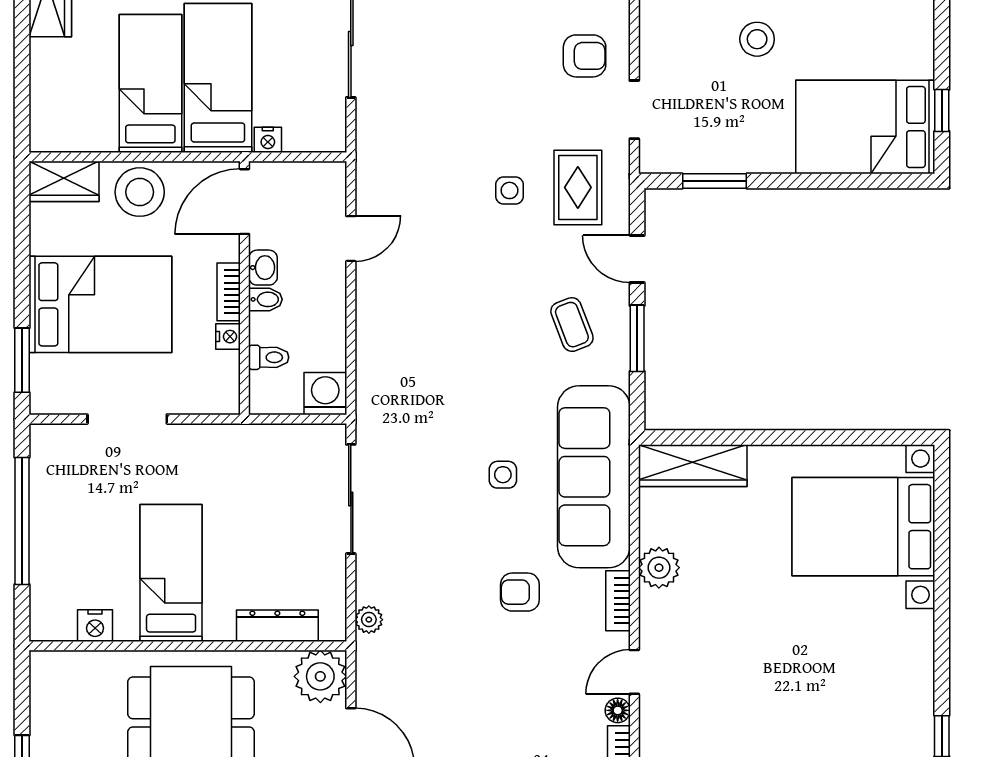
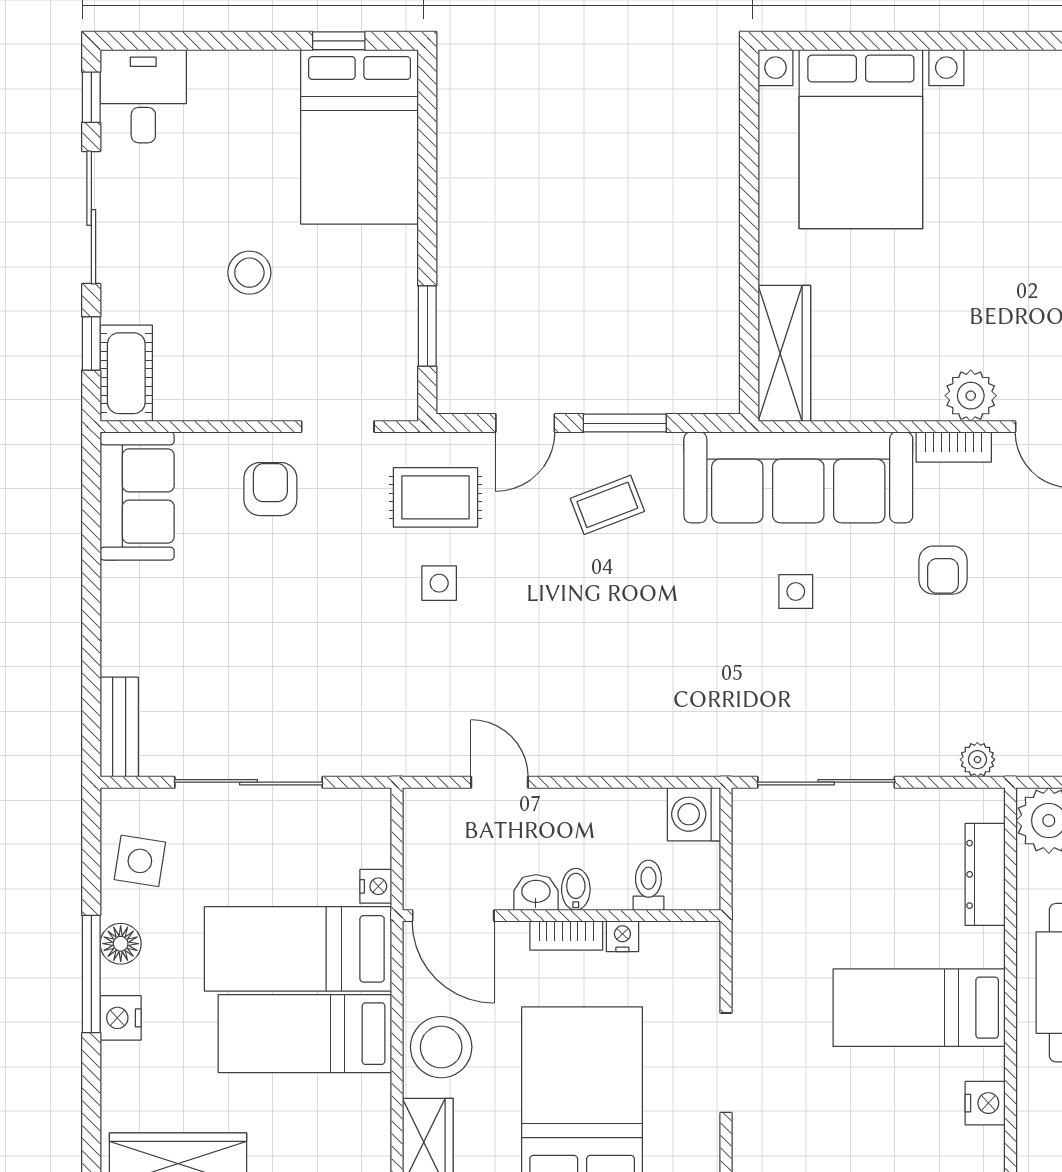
plant: (659, 568) -> (971, 396), moved

